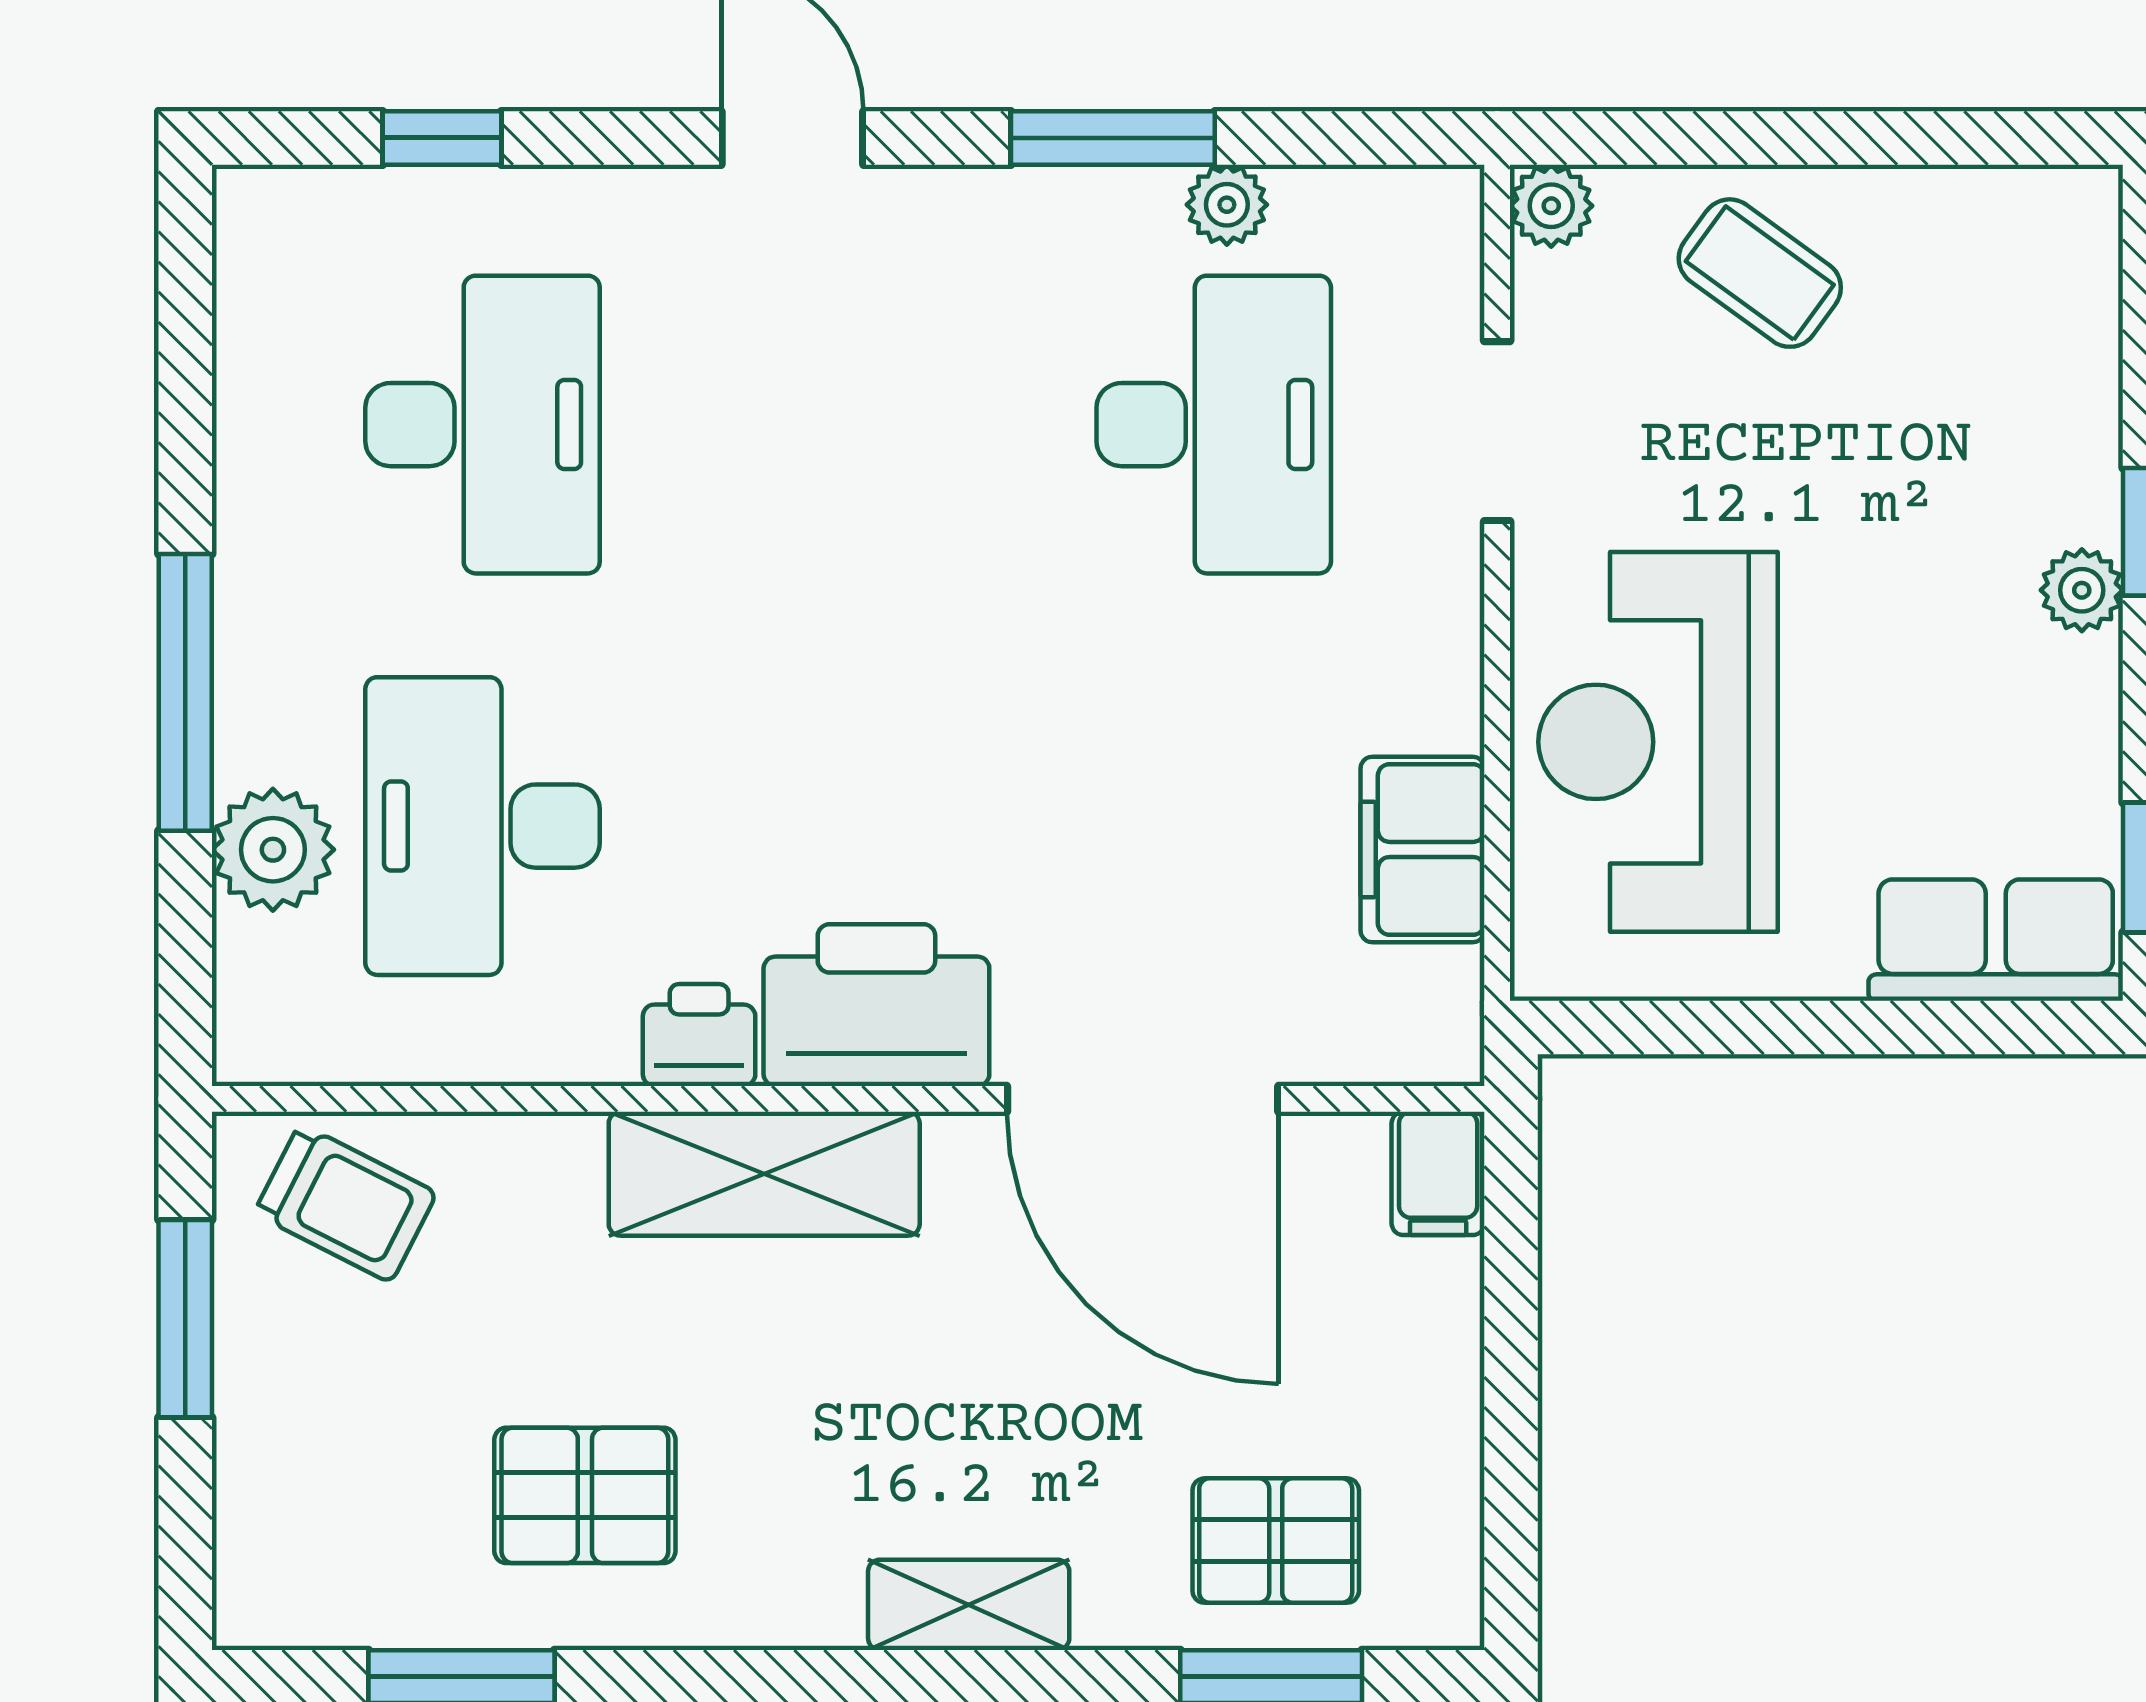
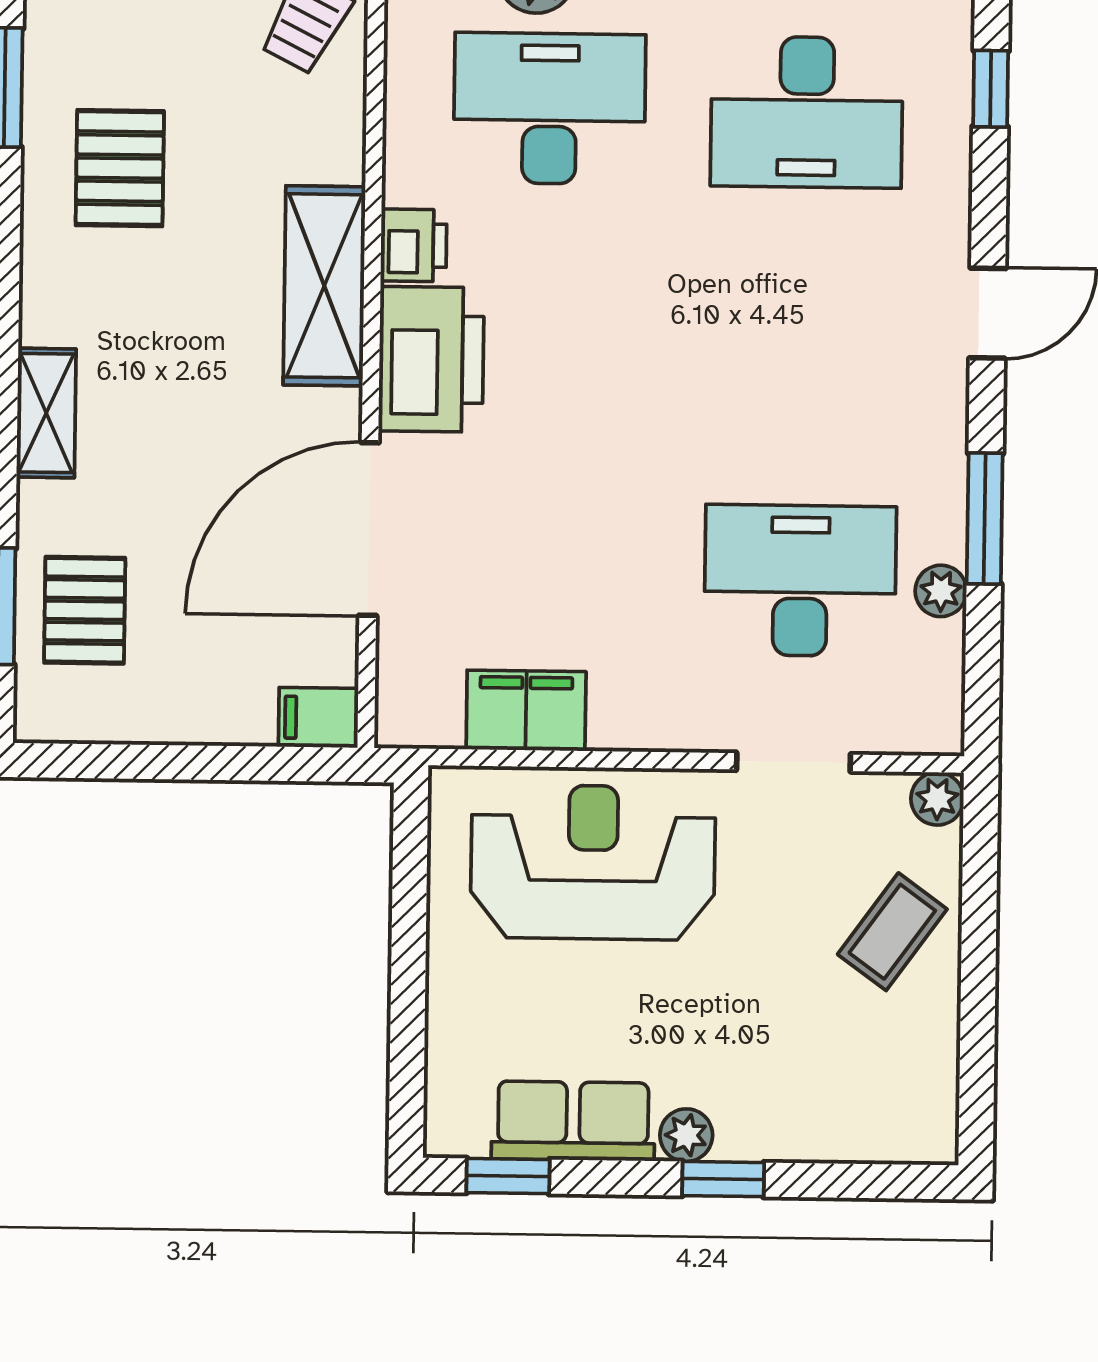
desk: (1214, 425) -> (800, 581), turned 180
row of seats: (1996, 940) -> (573, 1121), moved, turned -90

